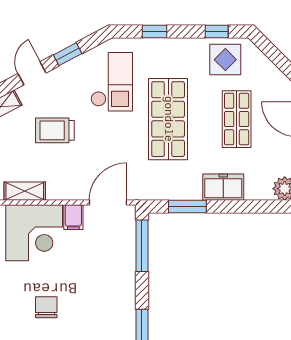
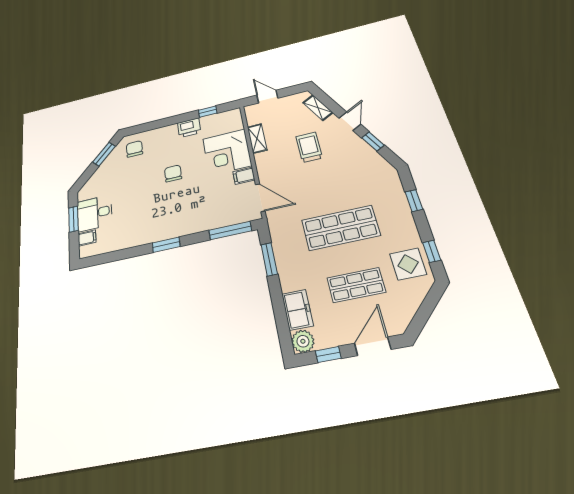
door: (32, 73) -> (350, 121), hinge flipped
checkout: (112, 82) -> (360, 178), removed
freezer: (223, 187) -> (297, 310), moved
chair: (46, 307) -> (173, 173), turned -90

